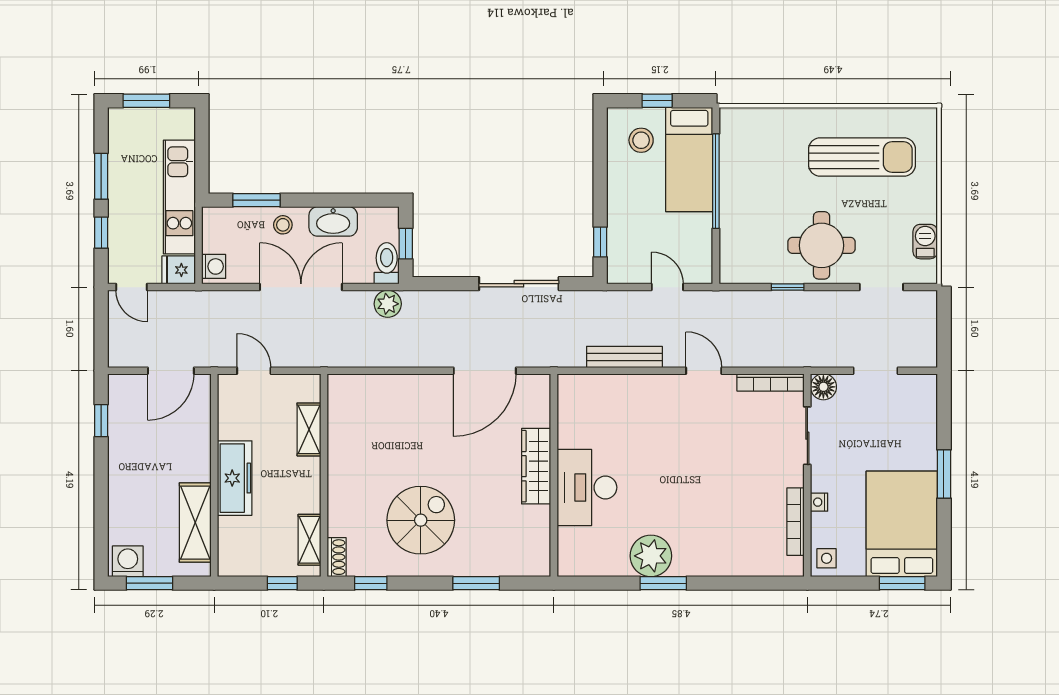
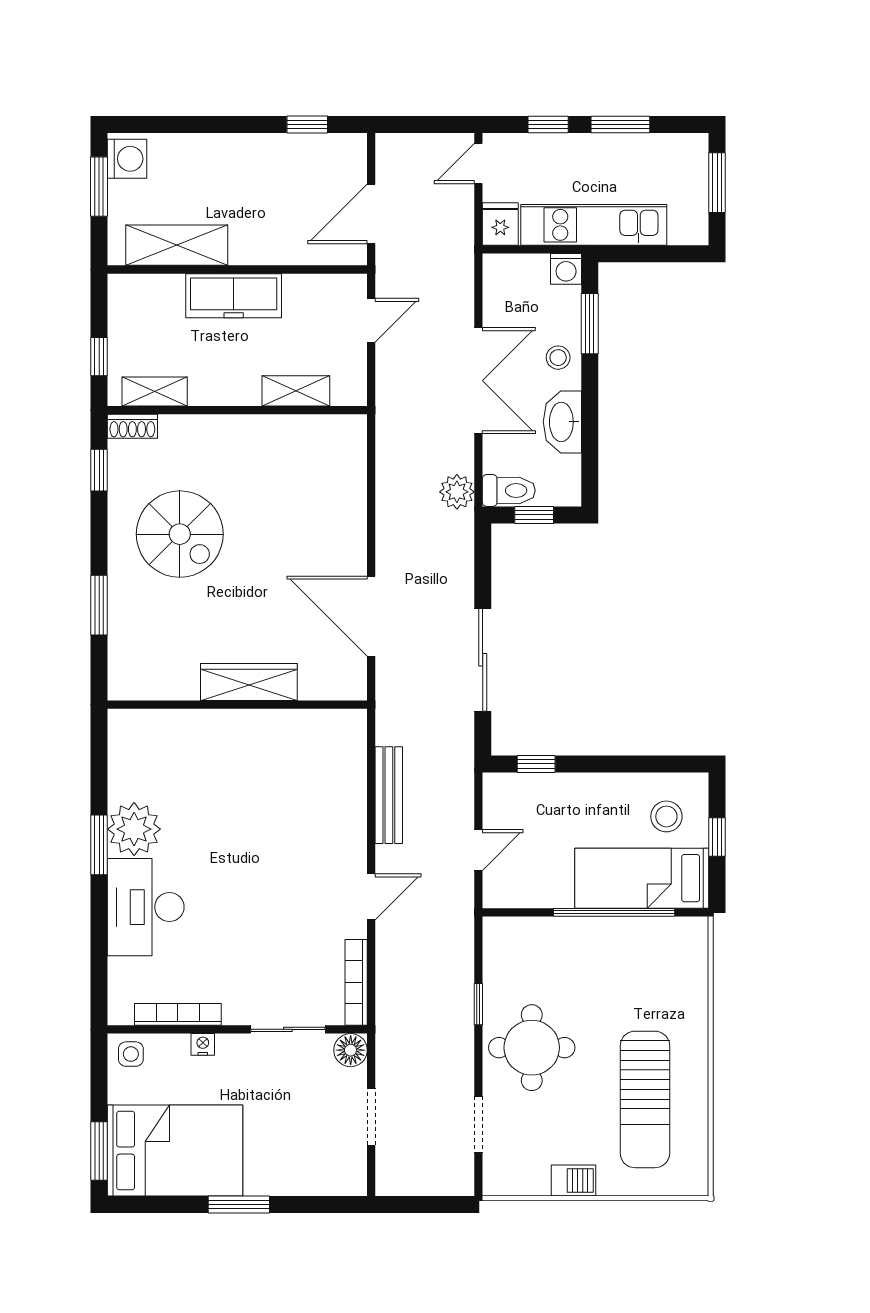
barbecue: (925, 242) -> (574, 1180), moved
washing machine: (214, 266) -> (566, 269), moved
door: (171, 371) -> (371, 214), hinge flipped
desk: (587, 487) -> (146, 907), moved, turned -90

